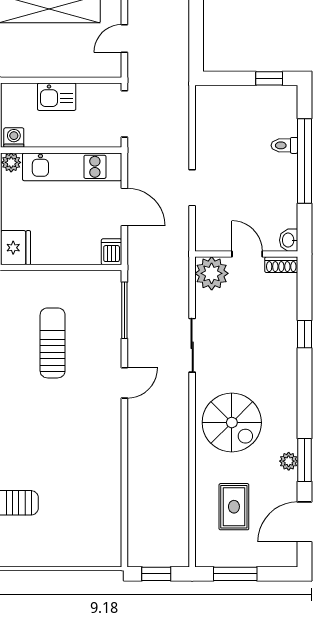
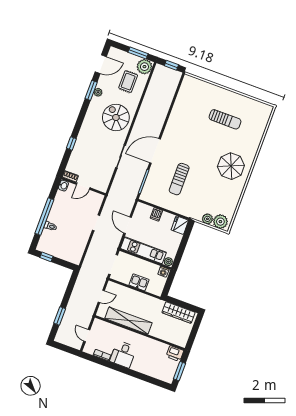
dishwasher: (112, 252) -> (156, 214), moved
door: (247, 254) -> (83, 186), hinge flipped
plant: (212, 273) -> (144, 67), moved
door: (124, 383) -> (155, 151), width x1.87

